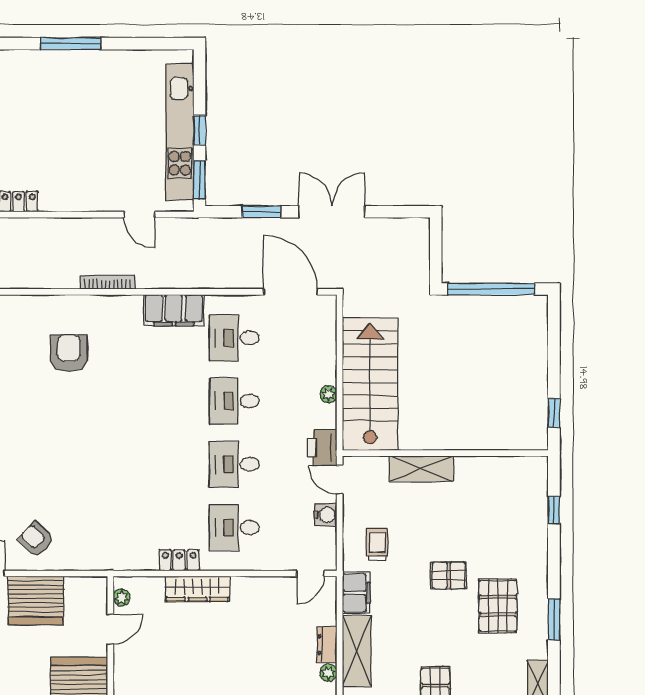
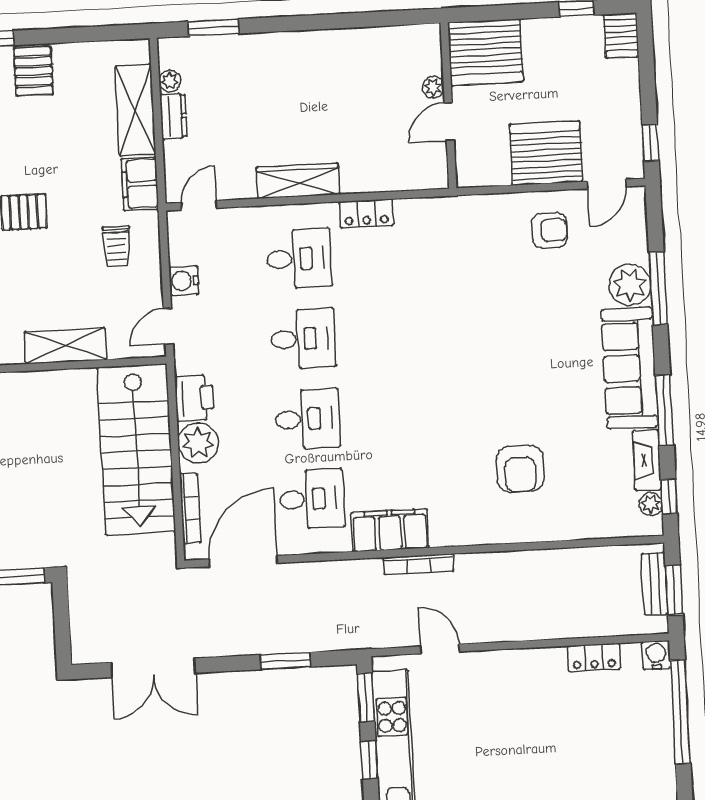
double door: (332, 212) -> (153, 668), moved
bookcase: (108, 282) -> (419, 564), moved
door: (291, 292) -> (243, 561), swing flipped
bookcase: (330, 336) -> (190, 508), added
plant: (328, 394) -> (198, 443), width x1.87, depth x1.87
printer: (322, 448) -> (194, 398), moved
door: (340, 480) -> (168, 326), swing flipped
armchair: (36, 539) -> (550, 230), turned -43
wardrobe: (197, 589) -> (298, 181), moved
plant: (122, 598) -> (433, 87), moved

